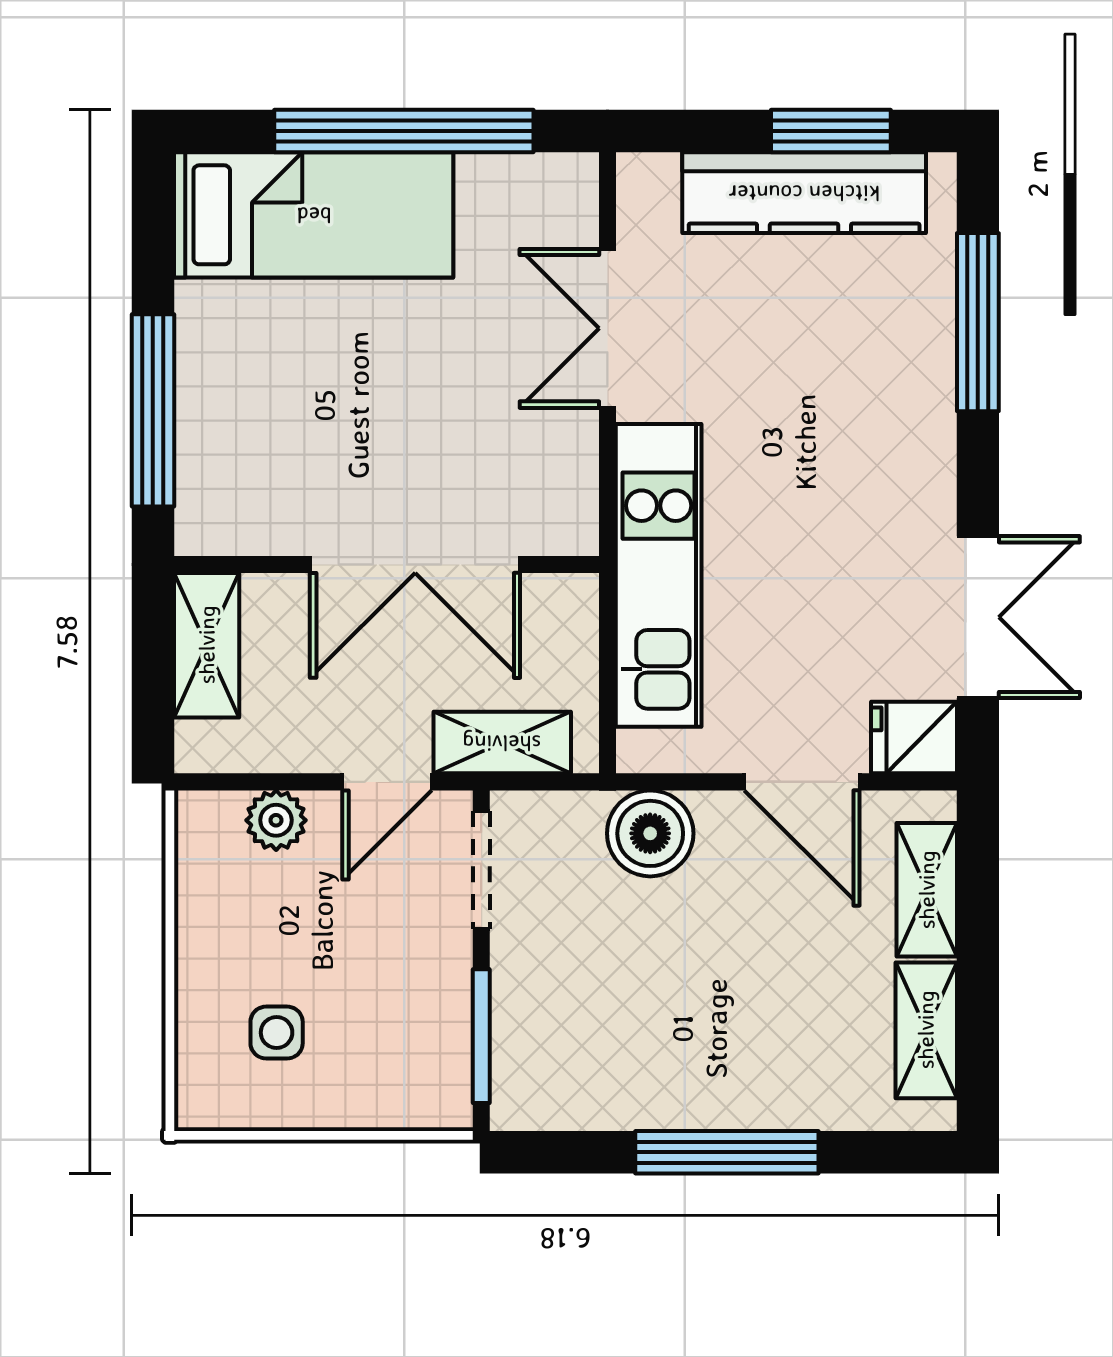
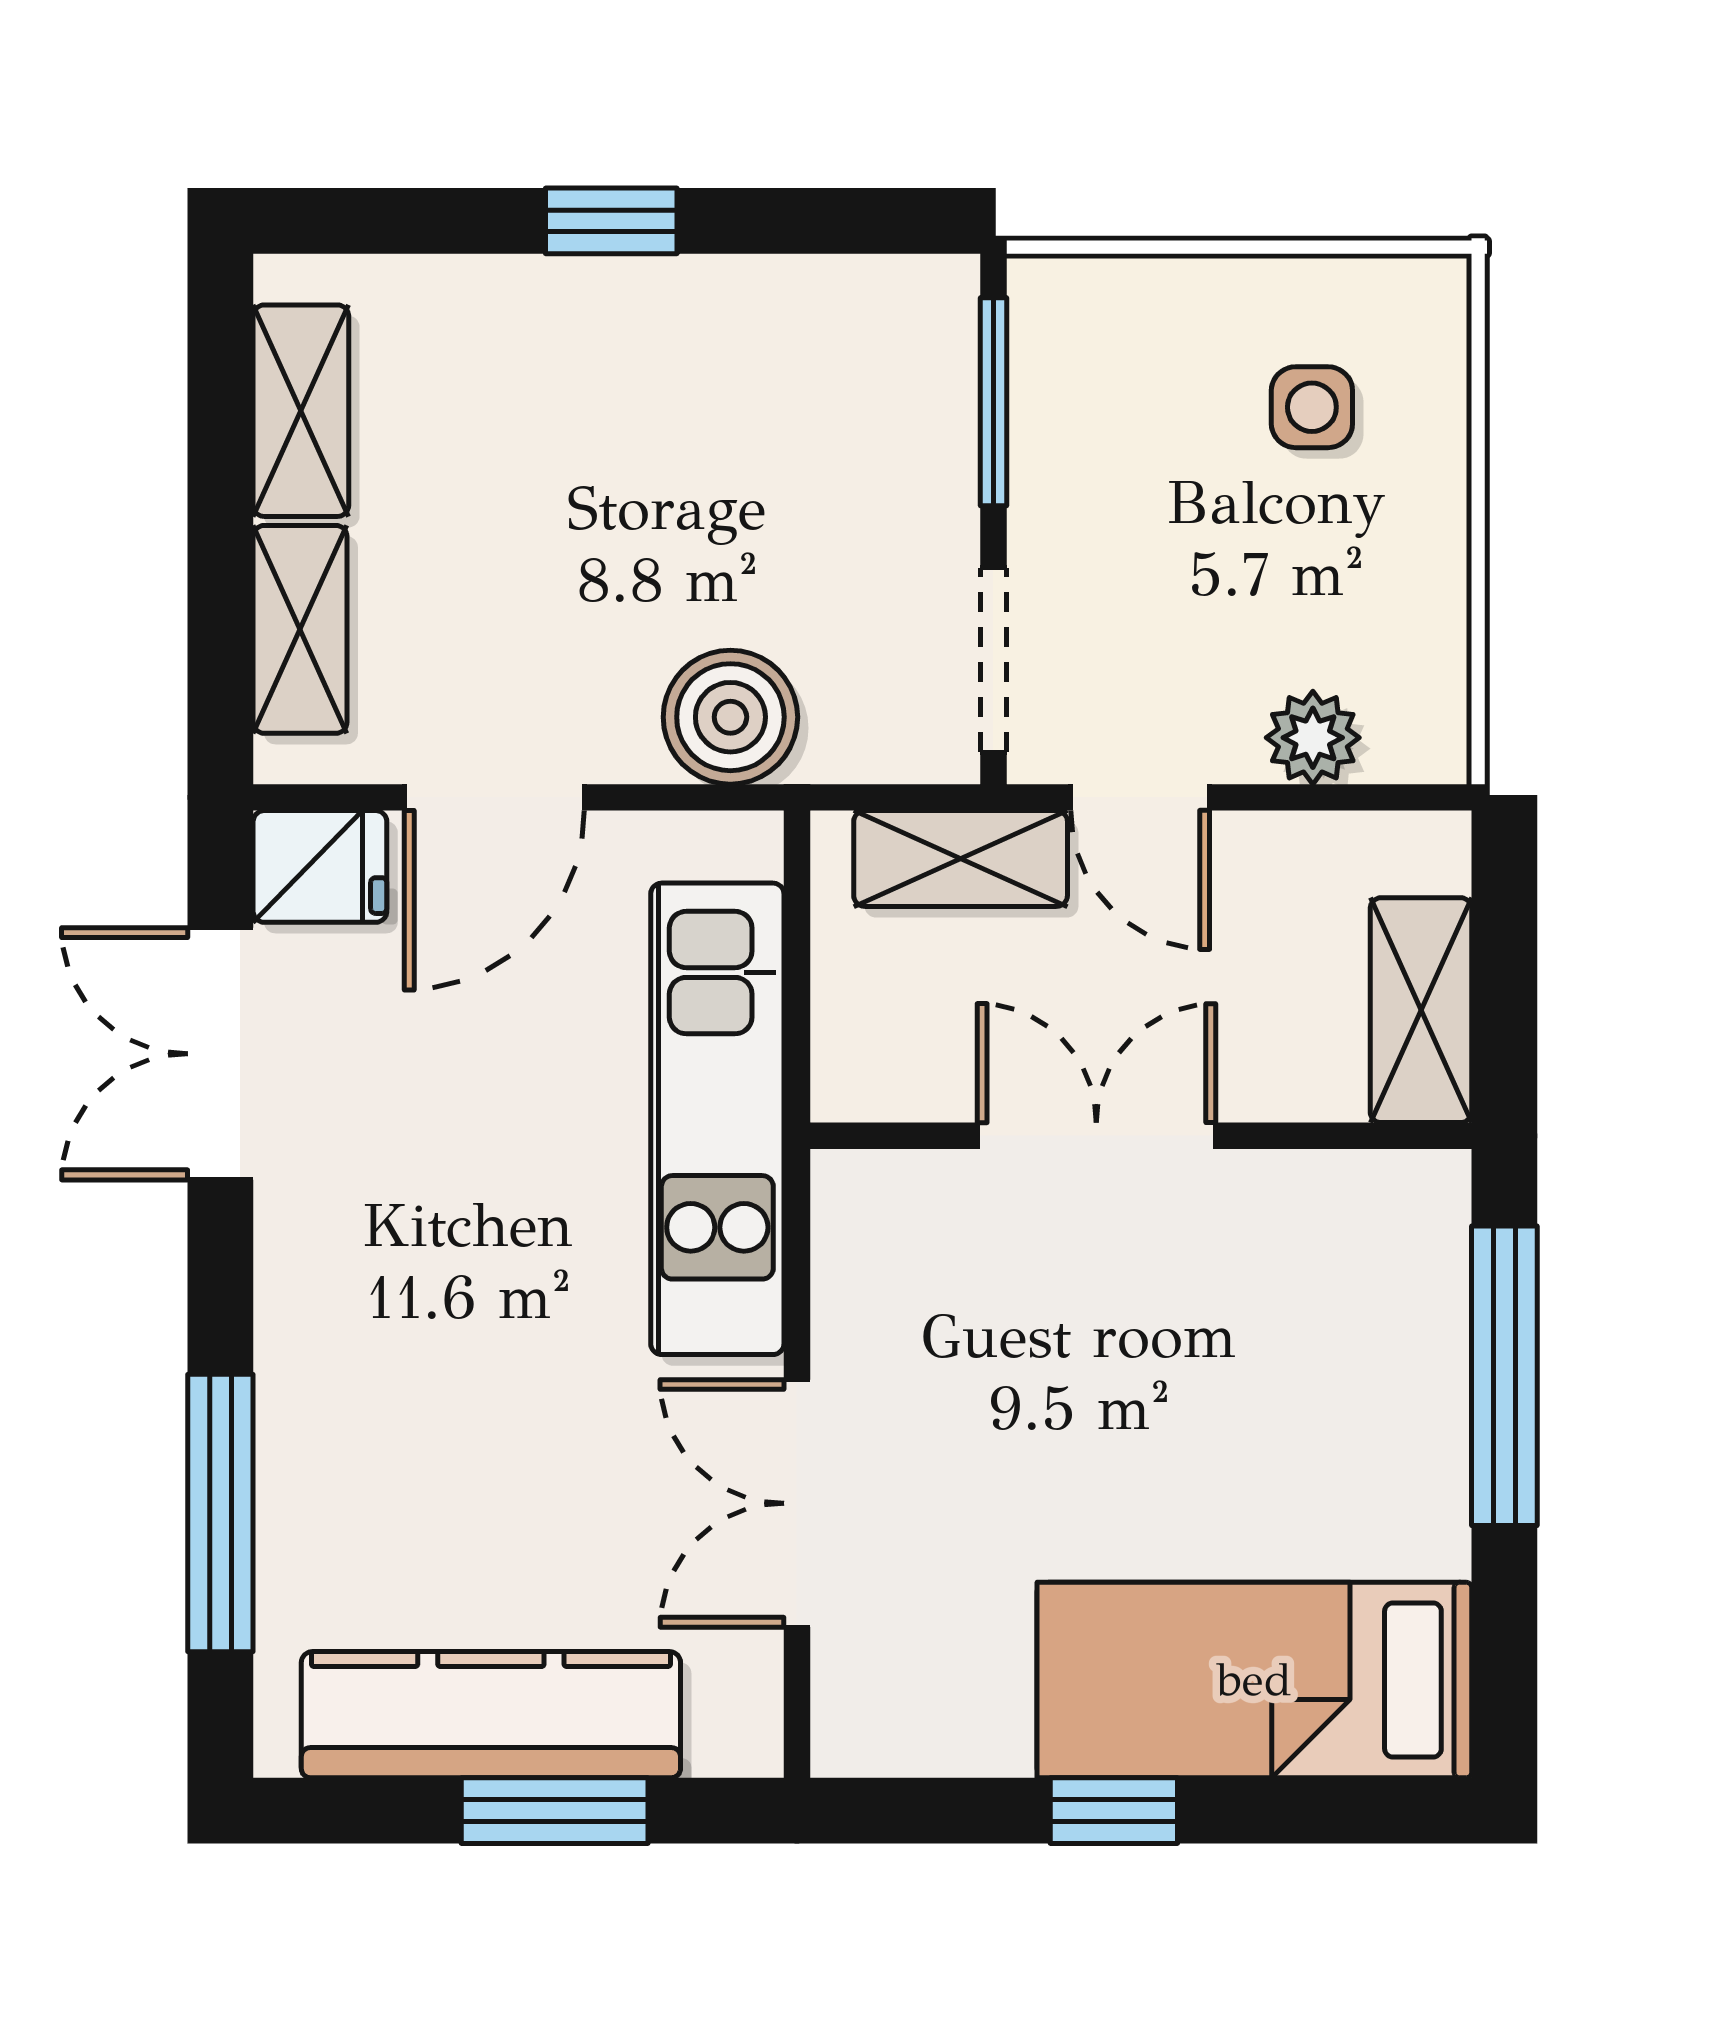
window: (404, 131) -> (1114, 1811), width x0.32
window: (831, 131) -> (555, 1811), moved
double door: (607, 328) -> (797, 1503), swing flipped
double door: (415, 564) -> (1096, 1136), width x0.73
door: (387, 782) -> (1140, 797), swing flipped
door: (802, 782) -> (494, 797), swing flipped
window: (727, 1152) -> (611, 221), width x0.46

